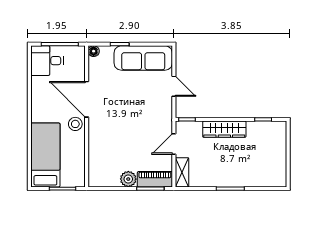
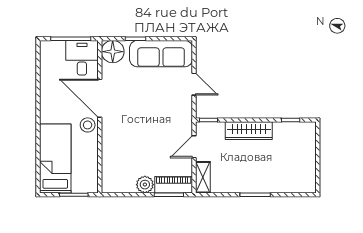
floor lamp: (94, 51) -> (113, 52), width x1.89, depth x1.89
desk: (47, 61) -> (82, 58), moved, turned 90

